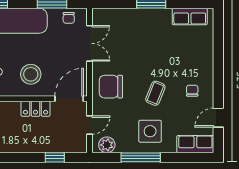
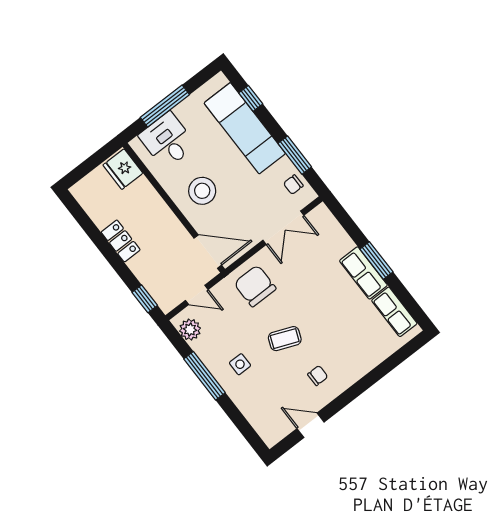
locker: (35, 109) -> (121, 241), moved, turned 180
side table: (150, 131) -> (240, 364), width x0.54, depth x0.54
row of seats: (195, 144) -> (363, 273), moved, turned 180
window: (55, 157) -> (145, 299), moved

